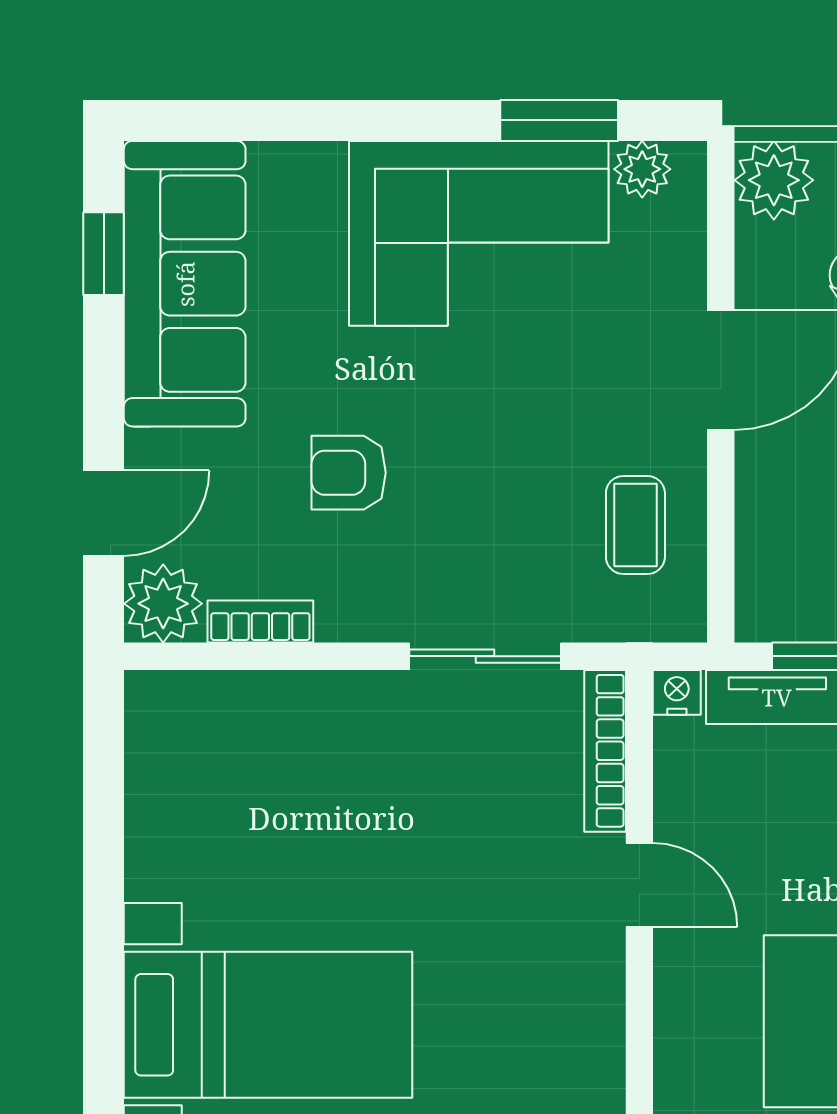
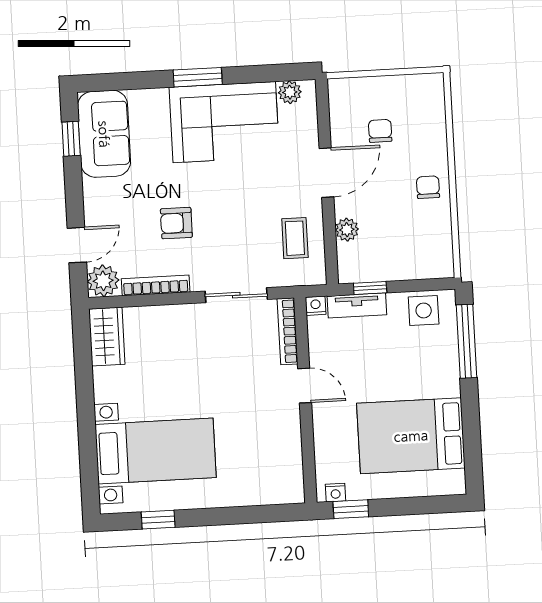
window: (559, 120) -> (198, 77), moved
plant: (774, 180) -> (347, 230), moved, width x0.73, depth x0.73
sofa: (185, 284) -> (104, 134), width x0.73
bookcase: (260, 622) -> (156, 285), width x1.56
wardrobe: (165, 740) -> (107, 337), added

